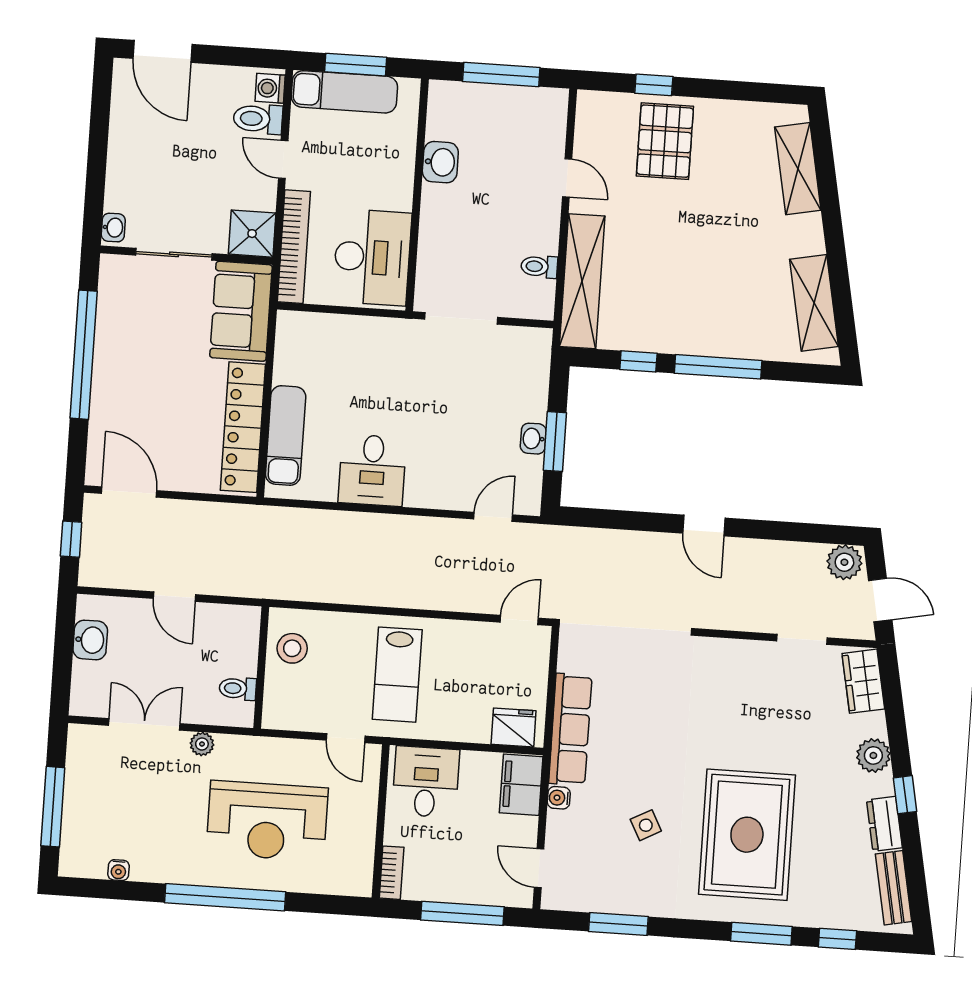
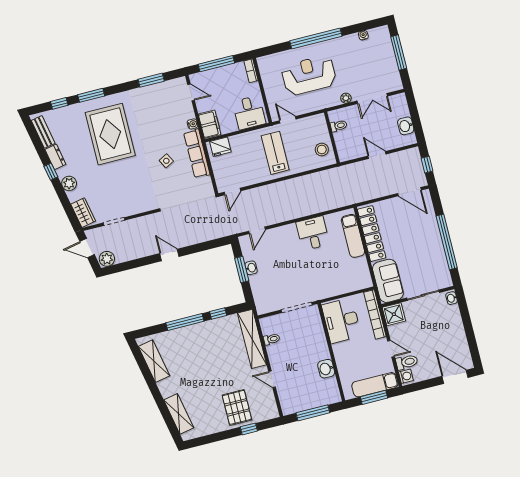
side table: (646, 825) -> (166, 161), moved

